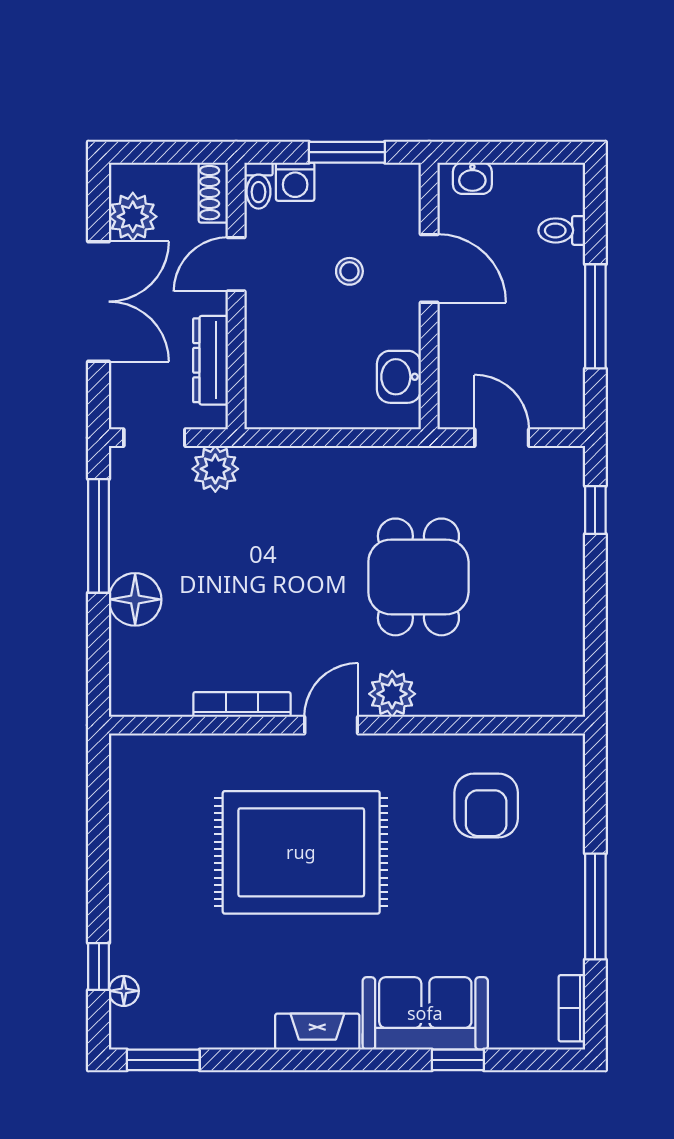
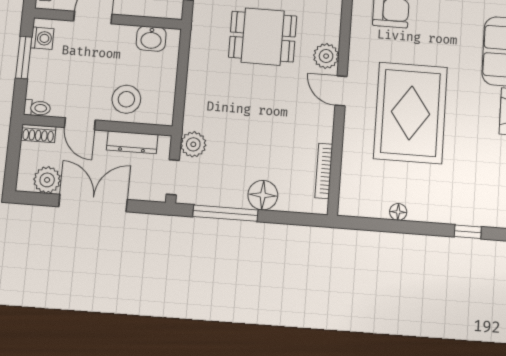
washing machine: (295, 182) -> (42, 38), moved
stool: (349, 271) -> (126, 99), moved, width x1.89, depth x1.89
bookcase: (242, 704) -> (324, 171), moved
floor lamp: (124, 991) -> (398, 212), moved

